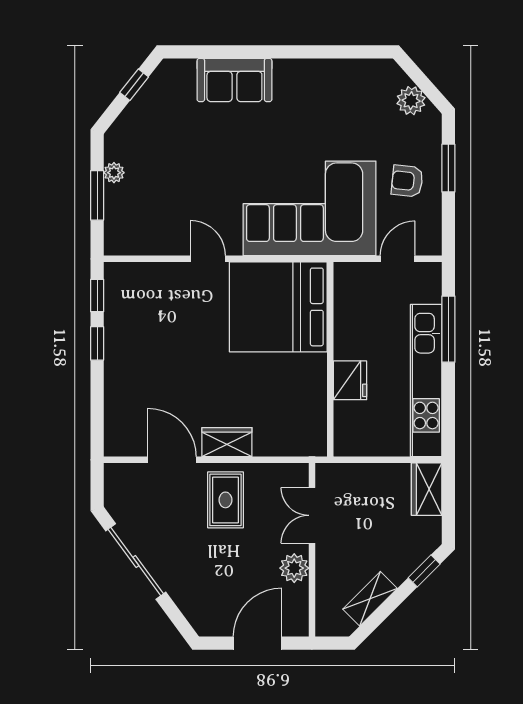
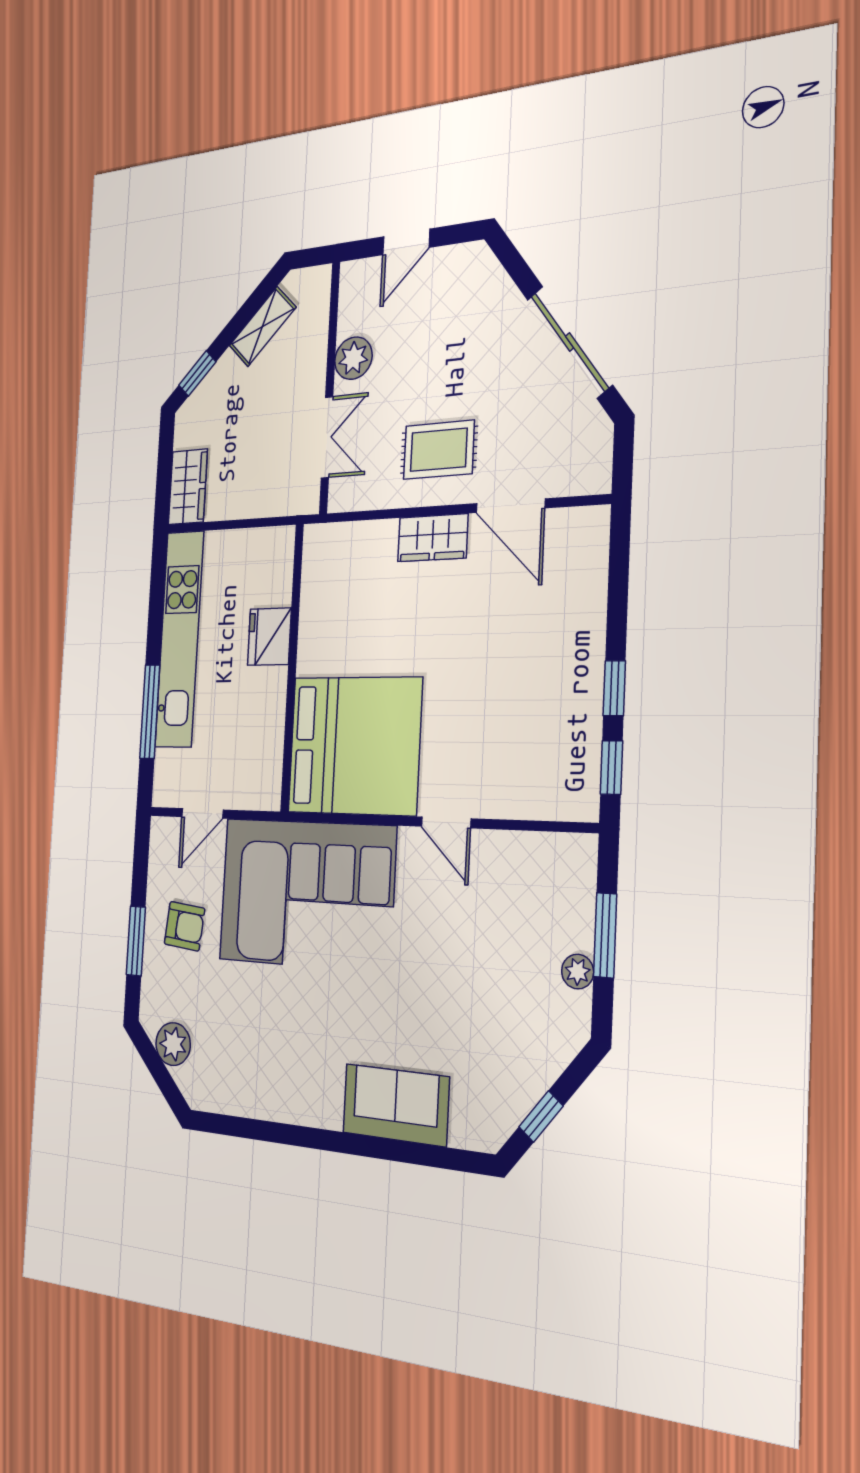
rug: (225, 500) -> (439, 450), turned 90
door: (258, 643) -> (406, 242), width x0.73

